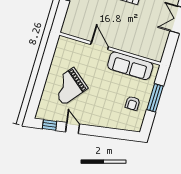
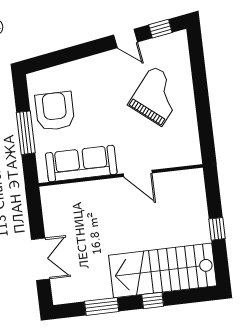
armchair: (133, 103) -> (55, 111), width x1.88, depth x1.88

